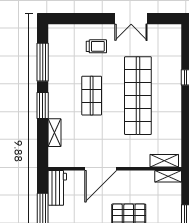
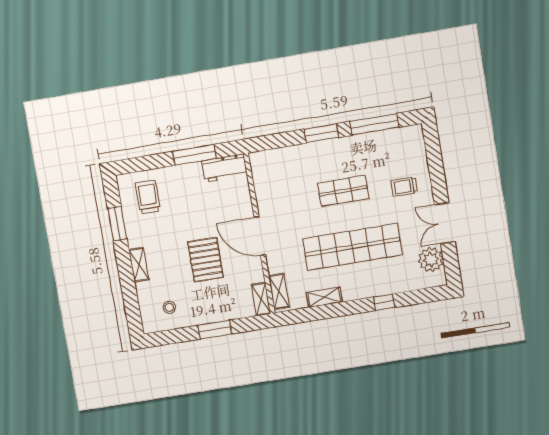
plant: (159, 34) -> (431, 260), added
trolley: (96, 46) -> (404, 187), turned 90
shelving: (55, 133) -> (324, 297), moved
door: (101, 169) -> (260, 236), moved

